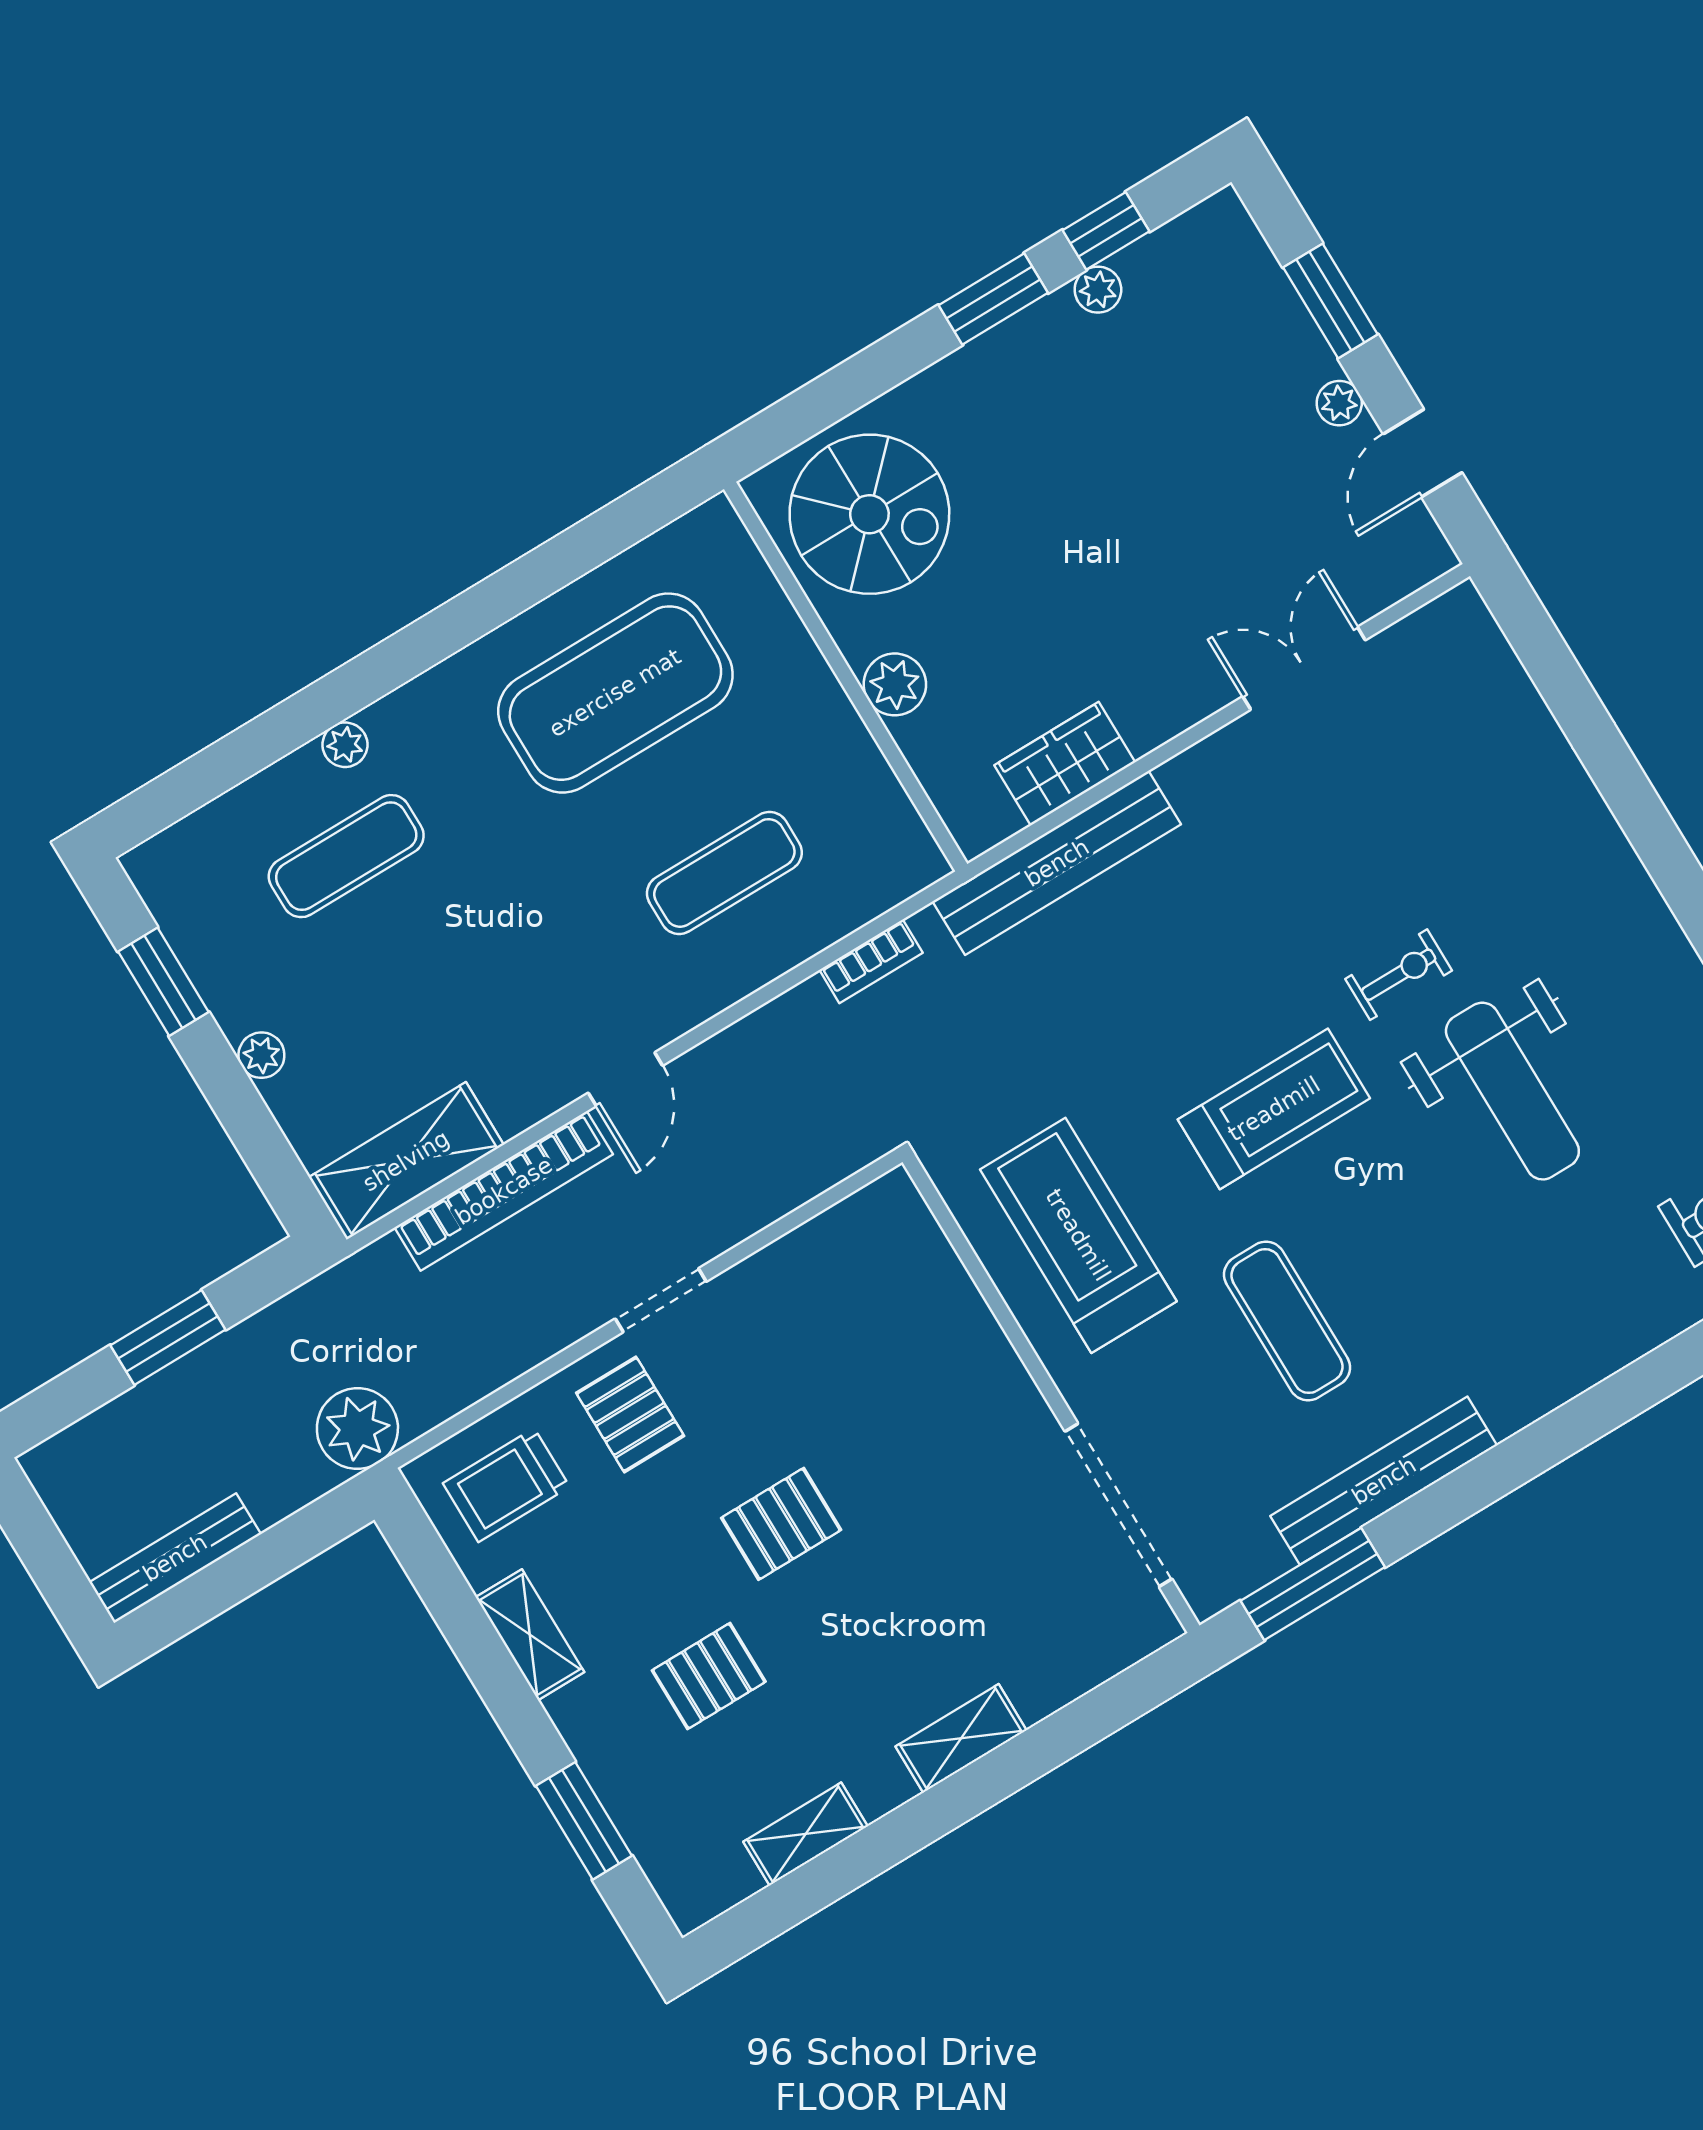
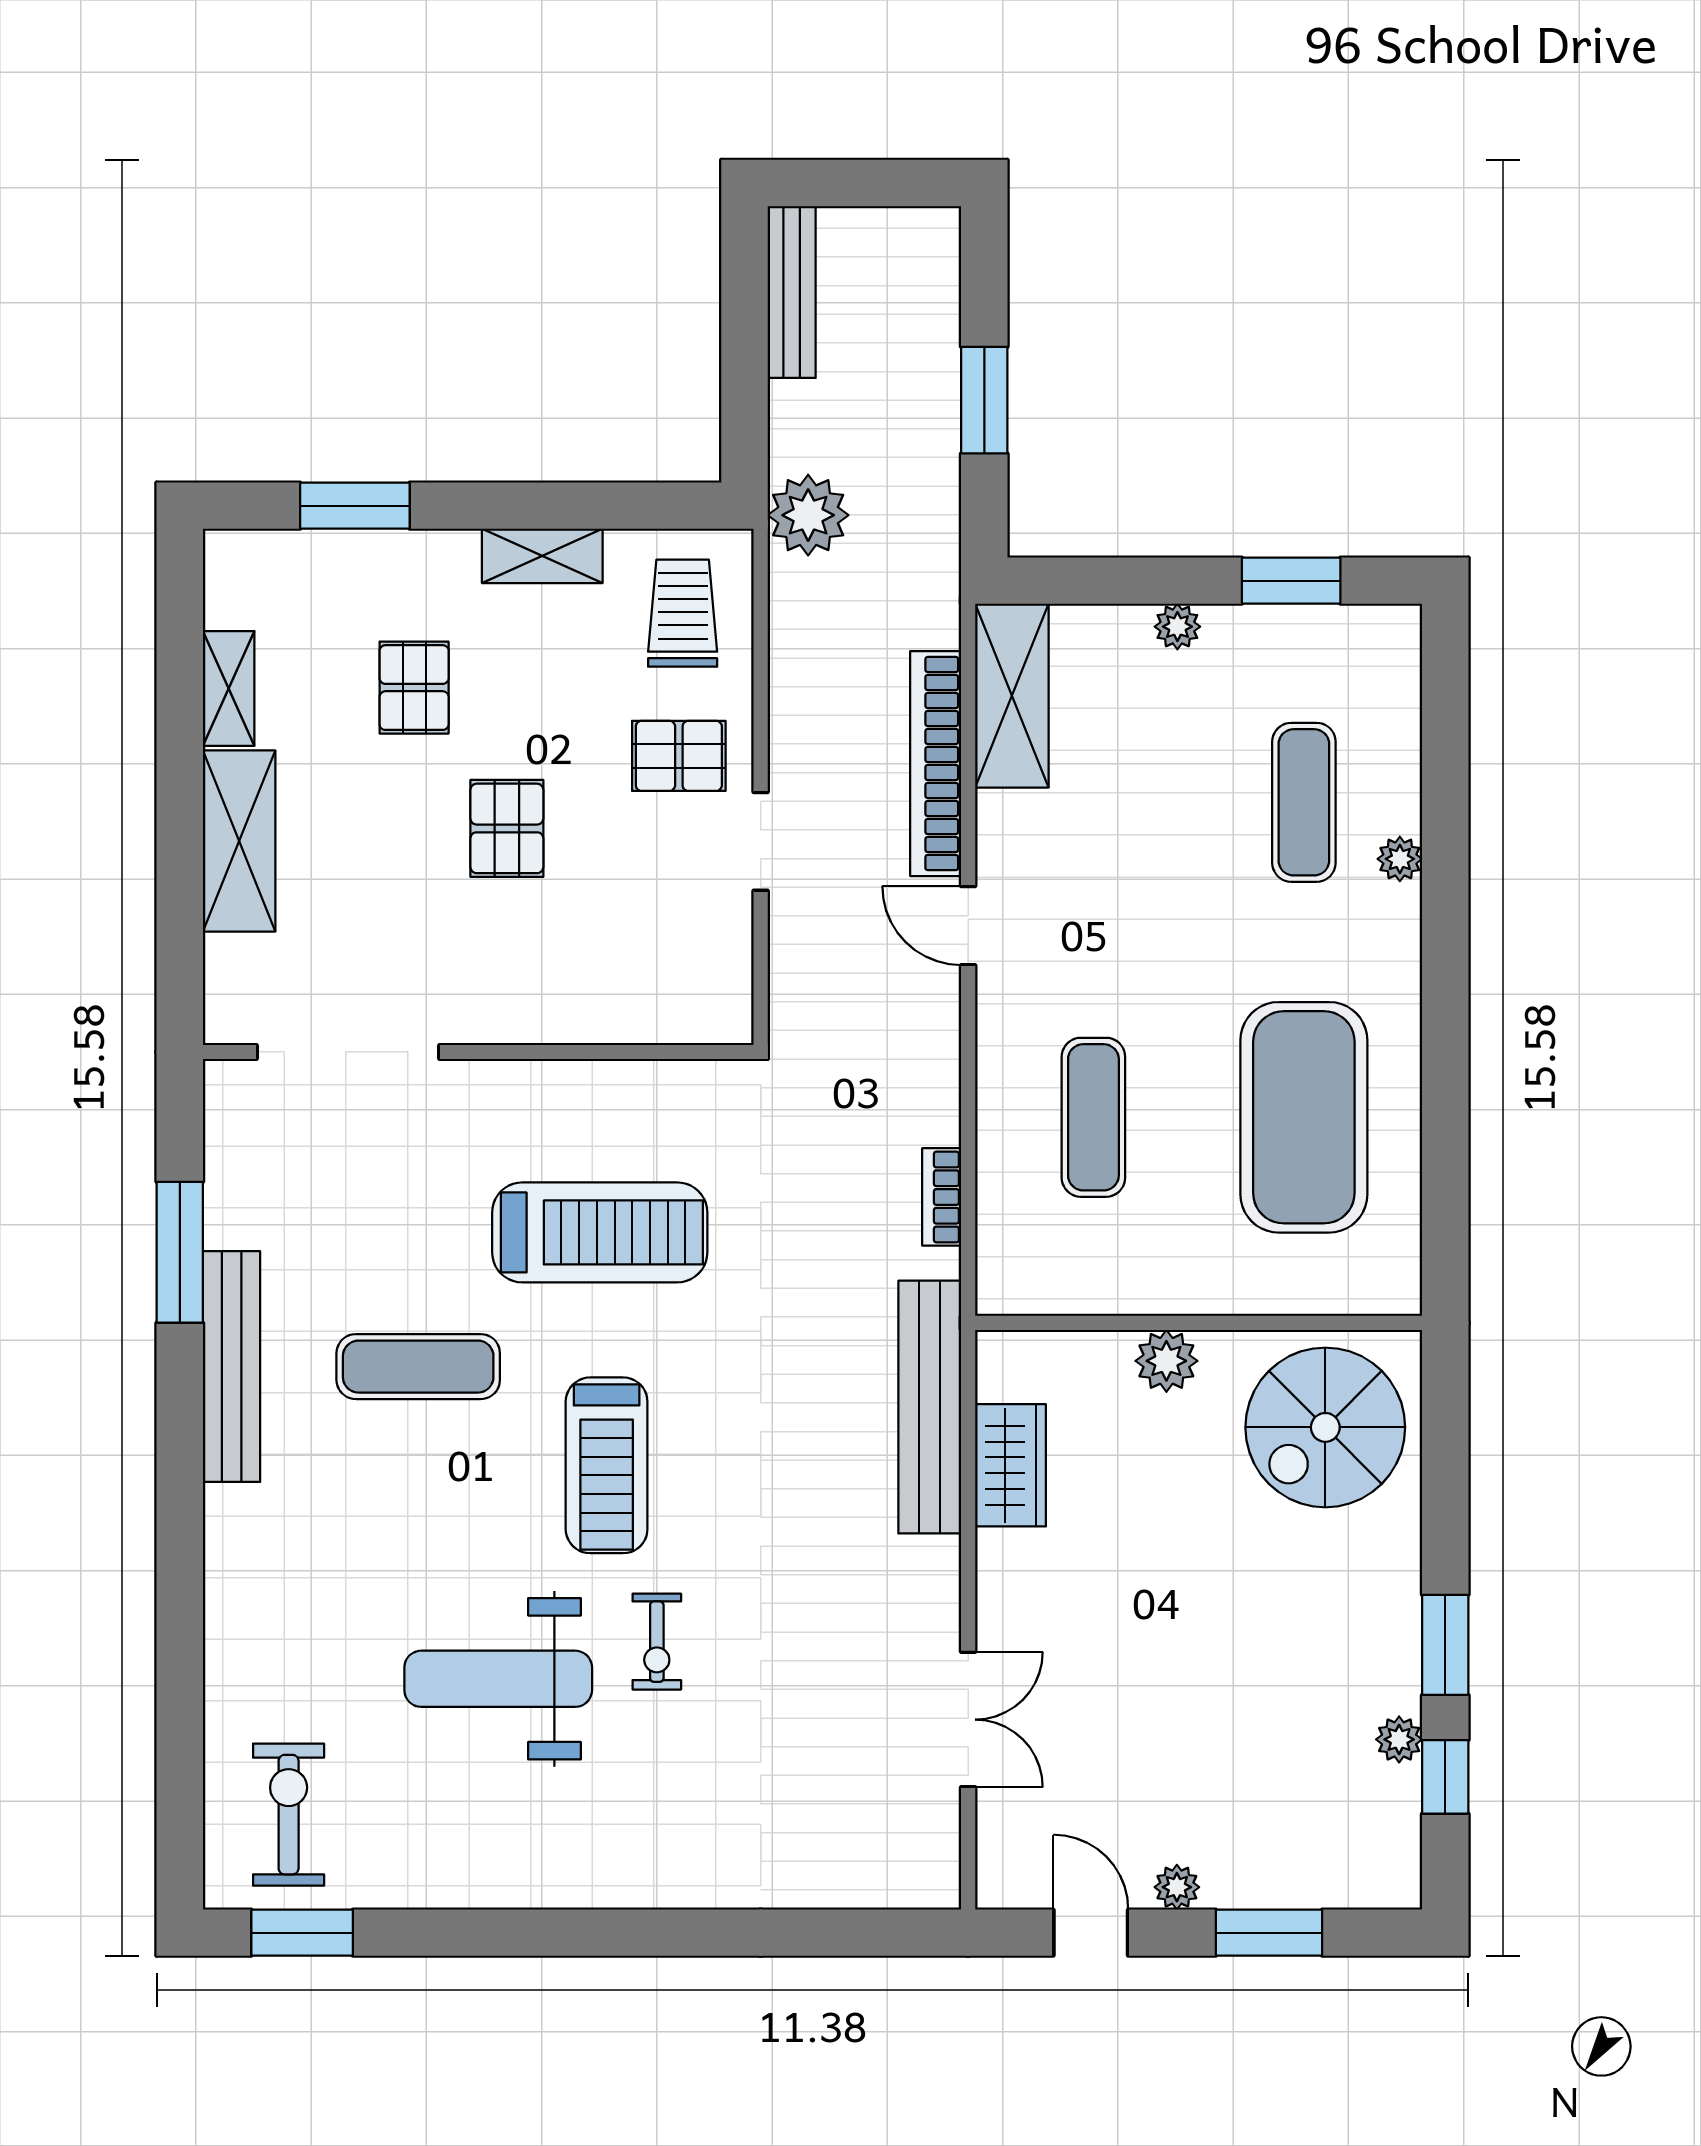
wall: (1051, 1394) -> (478, 1052), moved
doorway: (1119, 1505) -> (348, 1052), moved
shelving: (961, 1738) -> (239, 841), width x1.50, depth x1.33

